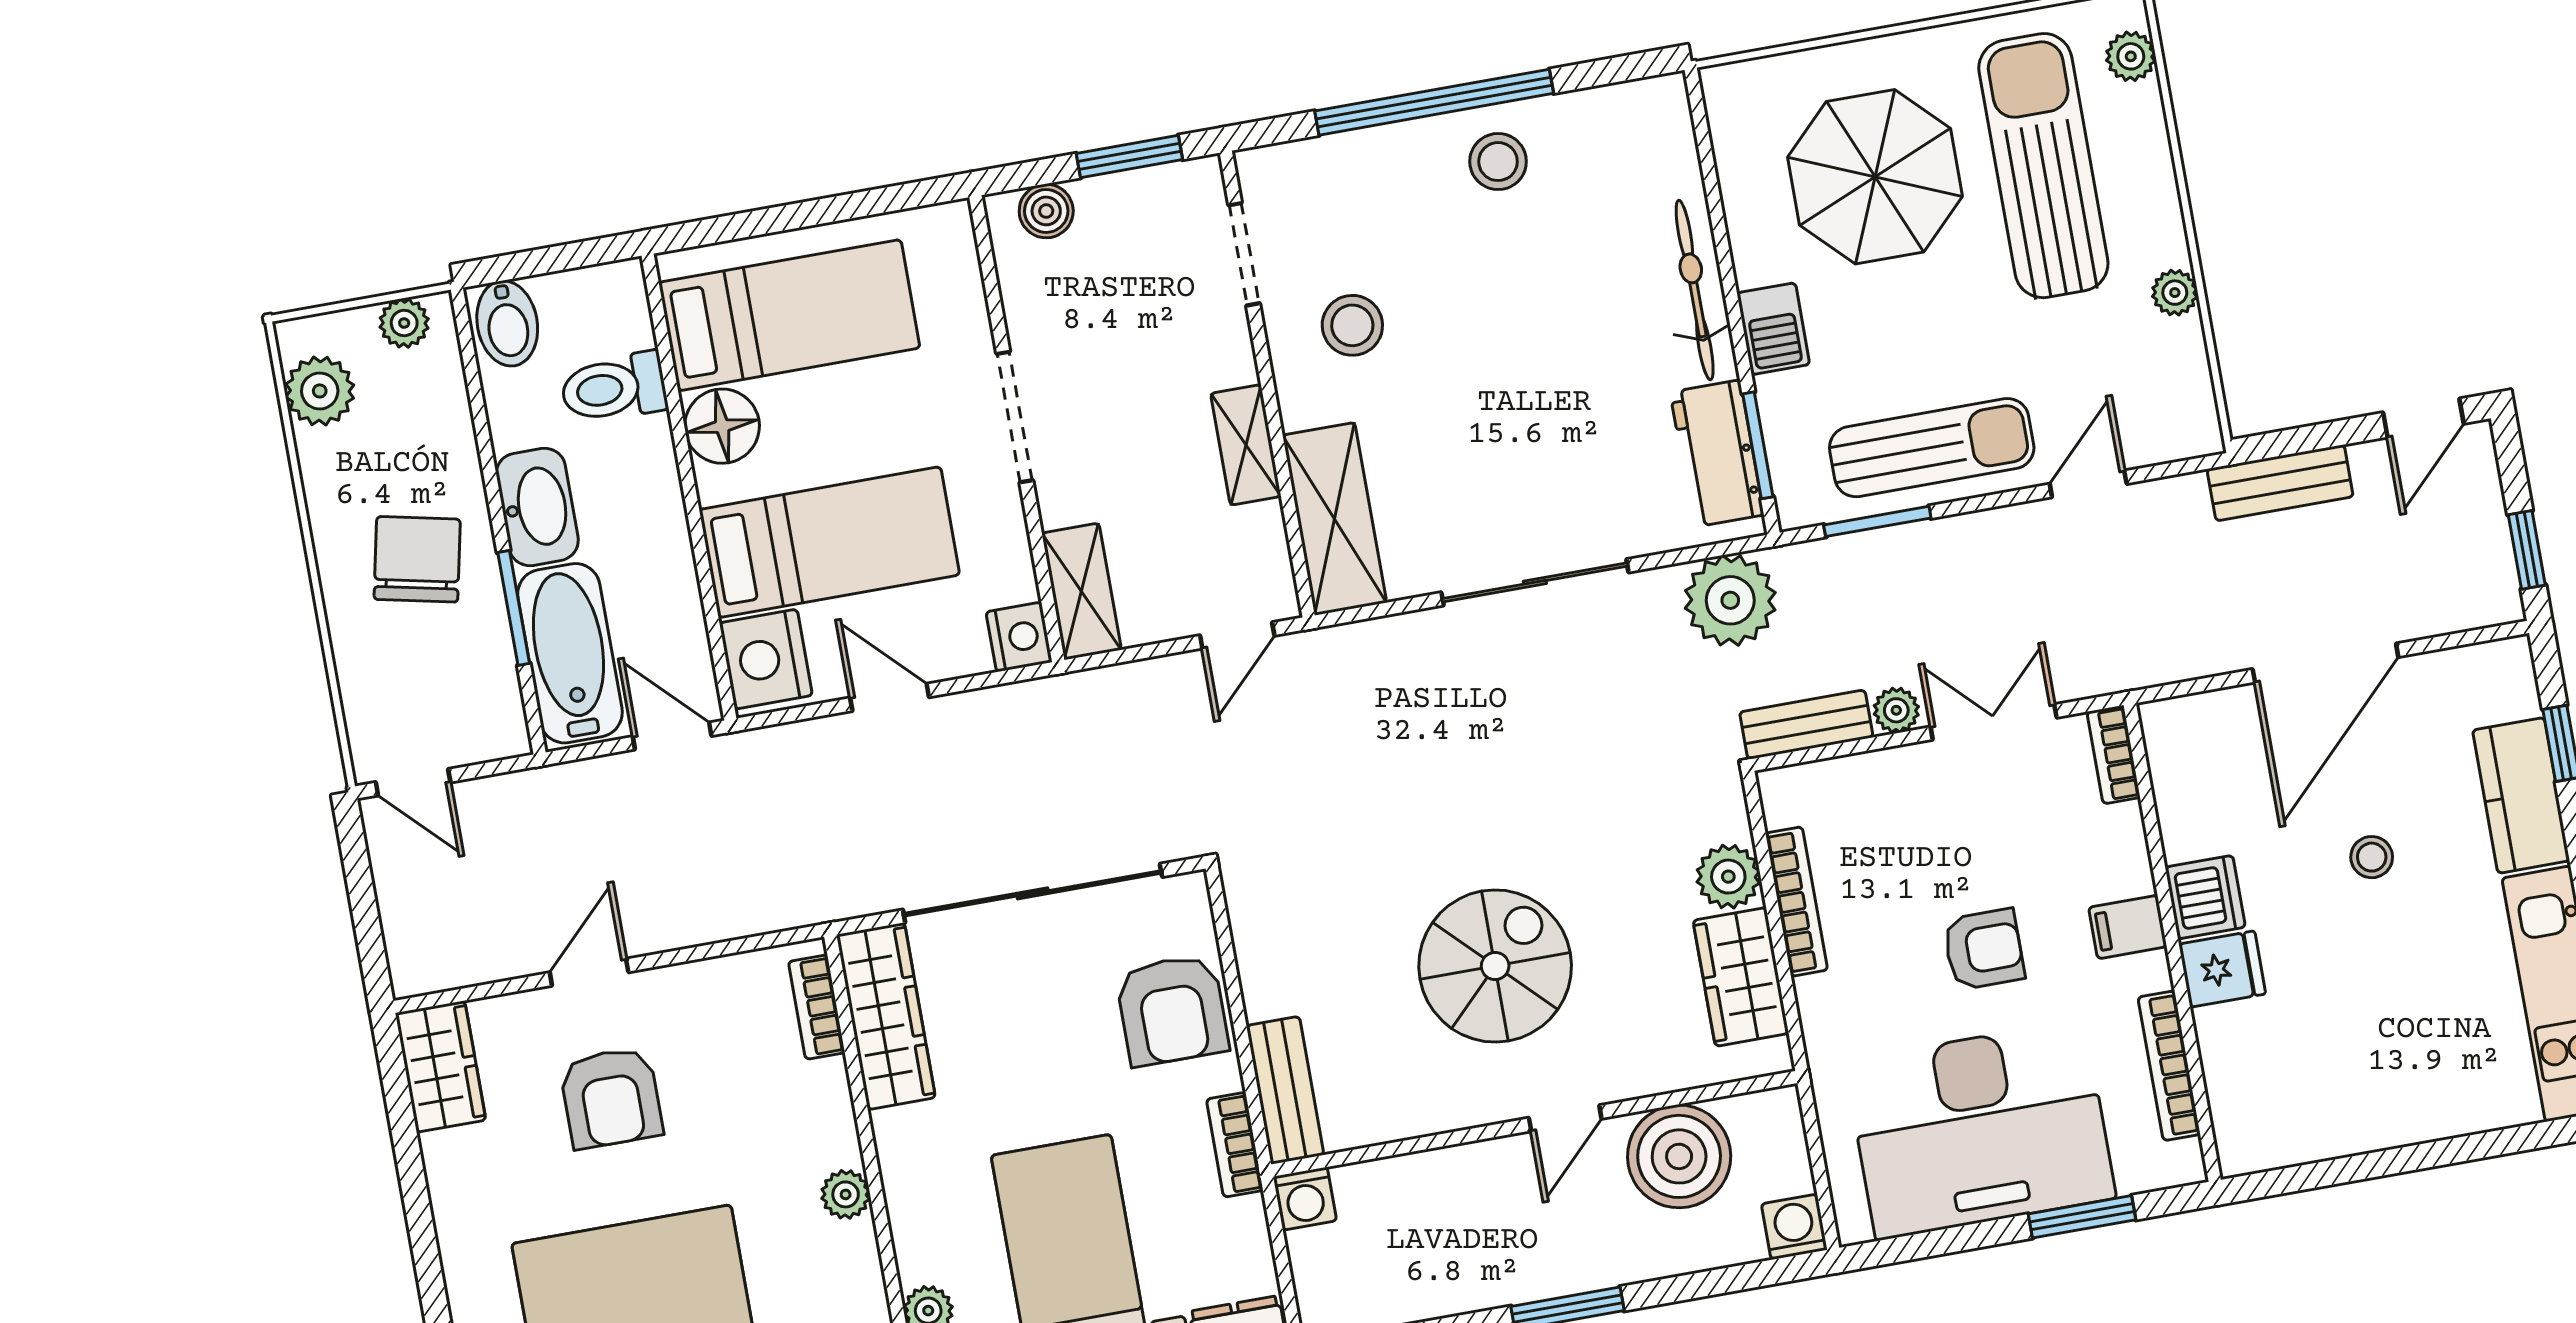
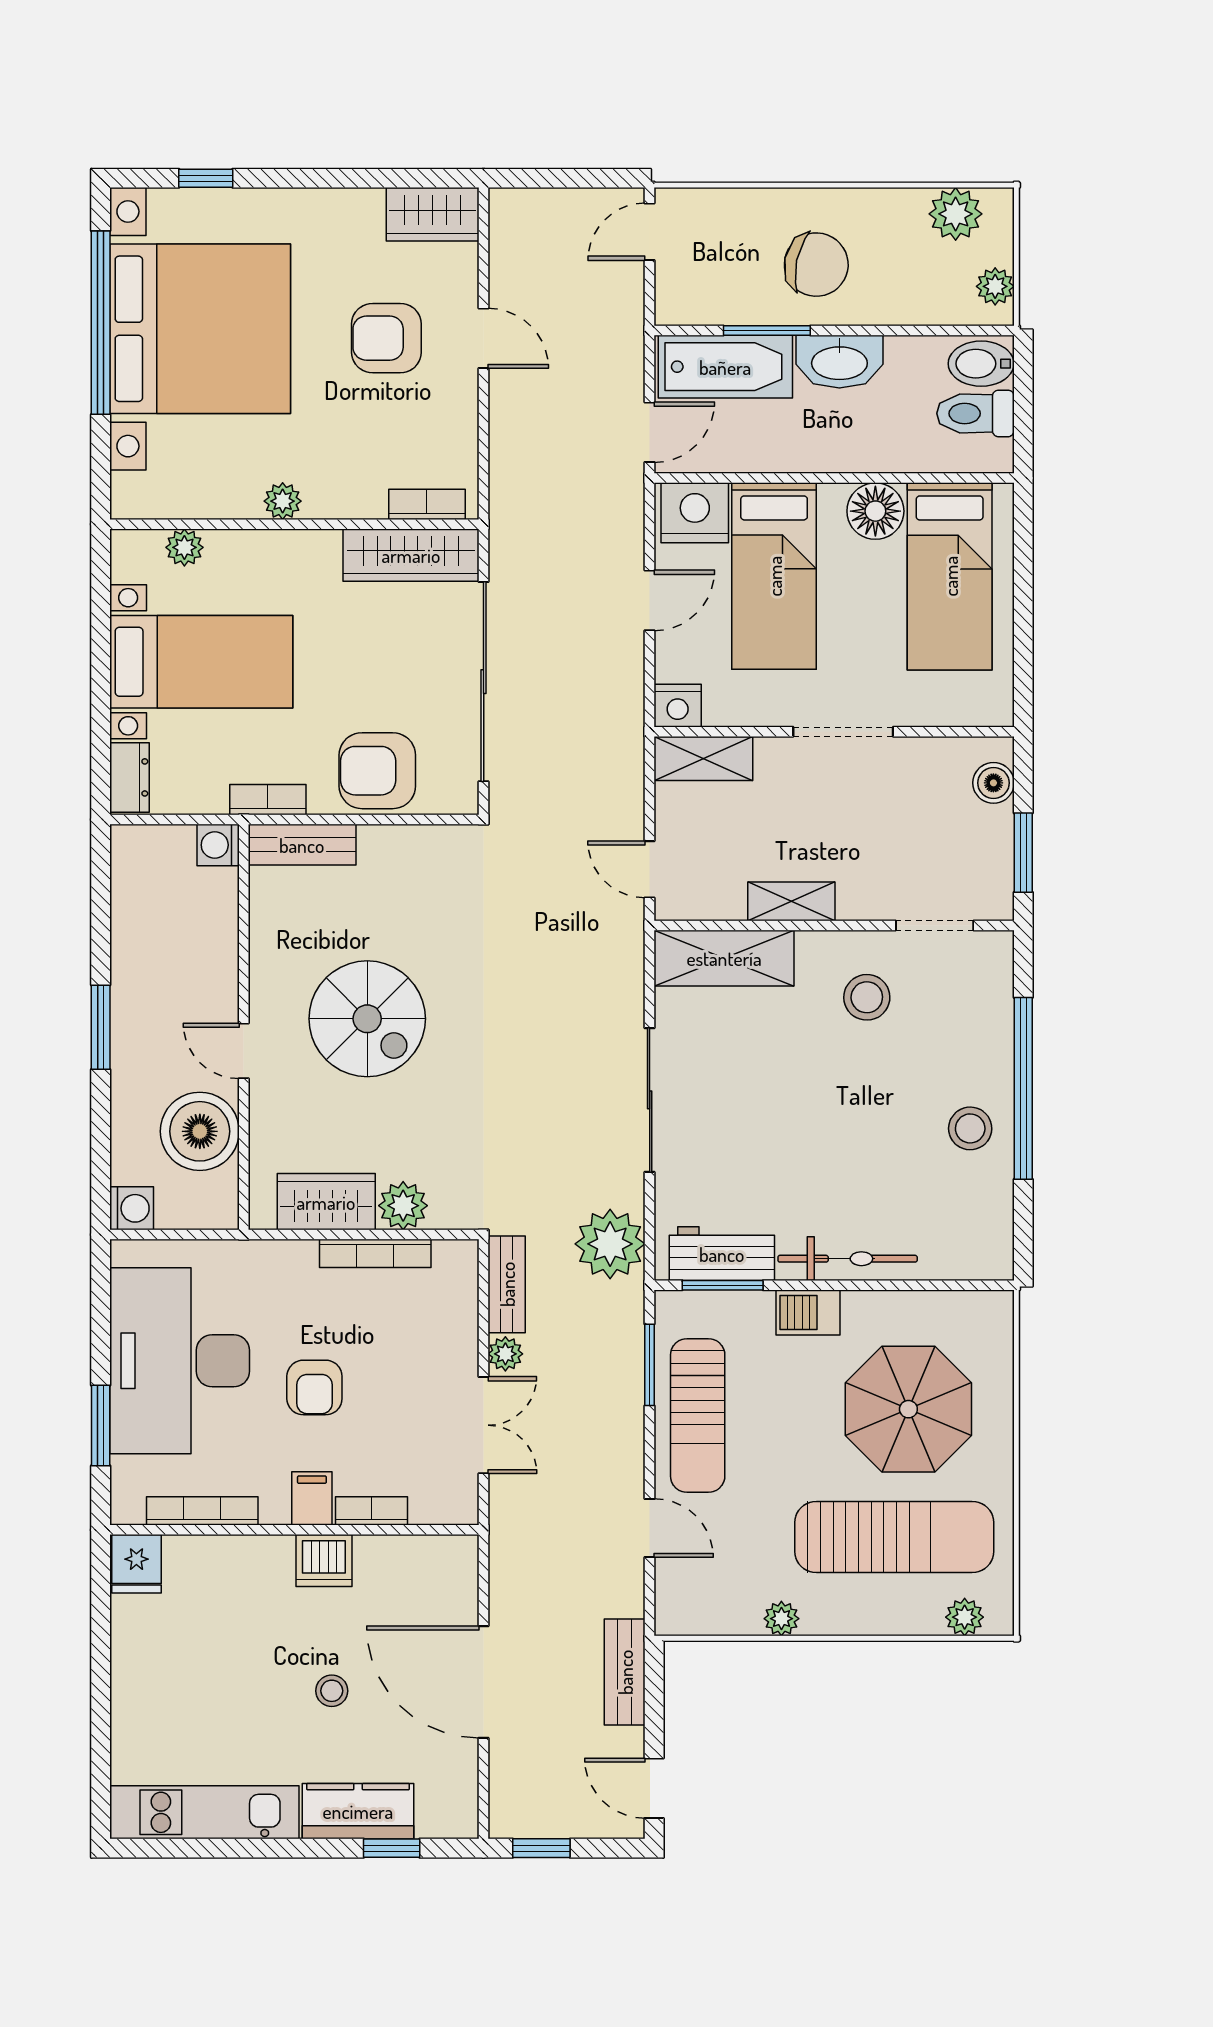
toilet: (614, 388) -> (975, 413), moved, turned -90
bookcase: (2114, 755) -> (371, 1511), moved
fridge: (2222, 969) -> (136, 1564), moved

